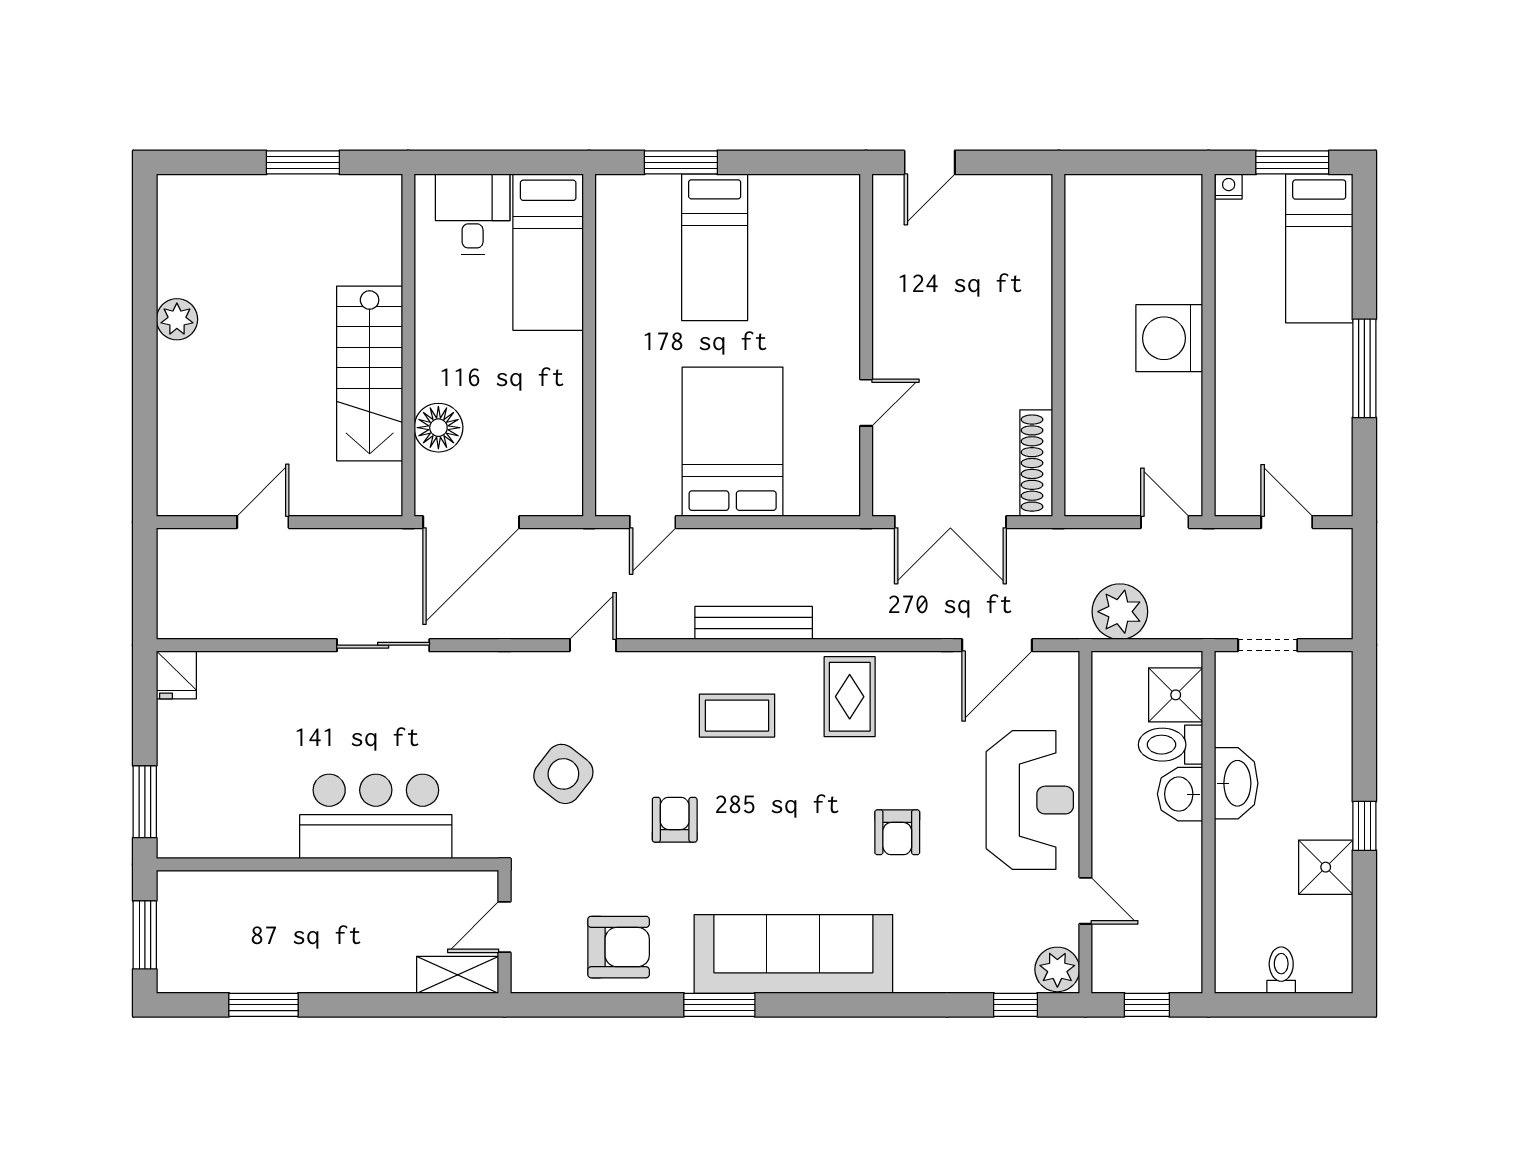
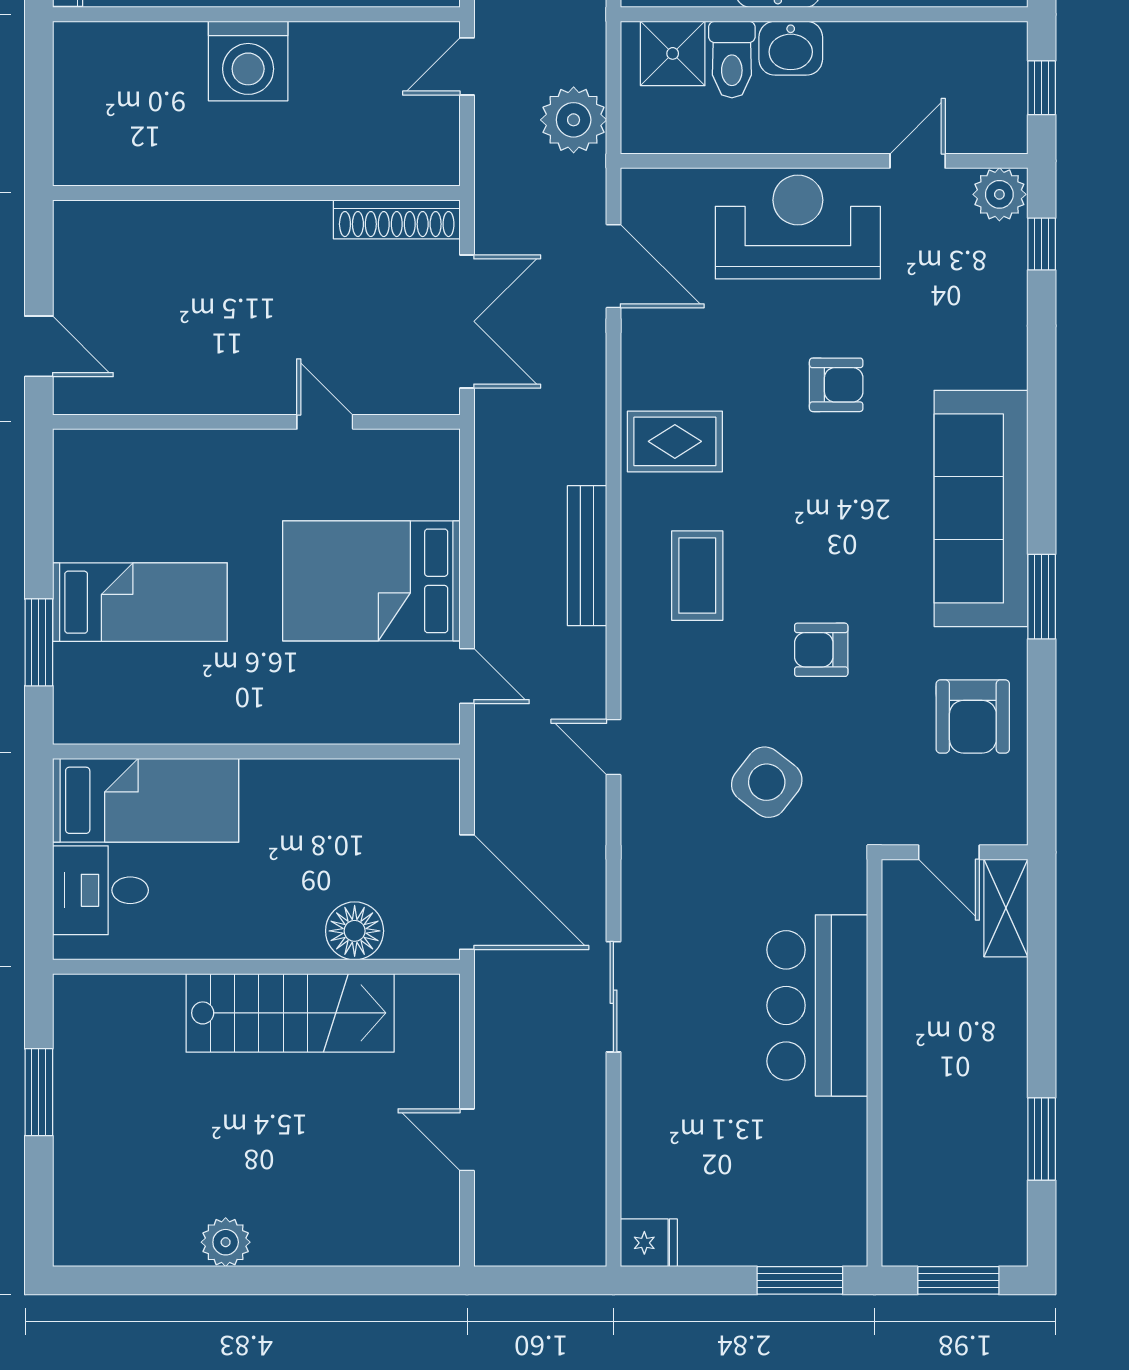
armchair: (619, 947) -> (973, 716), turned 180

